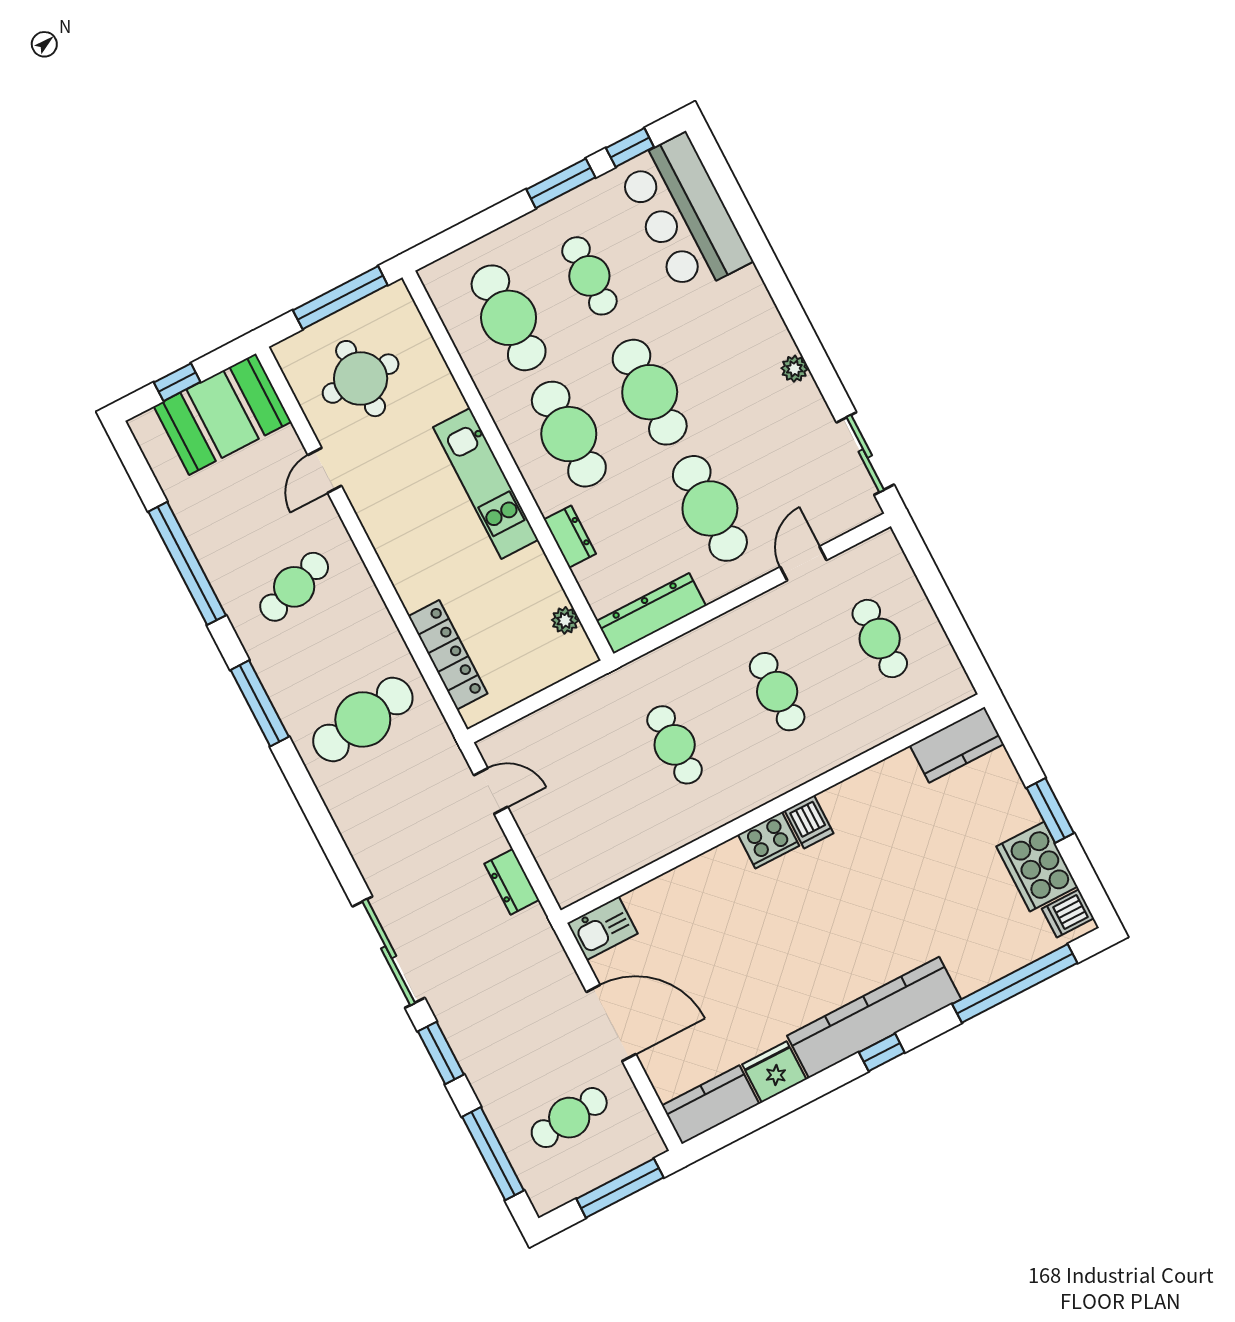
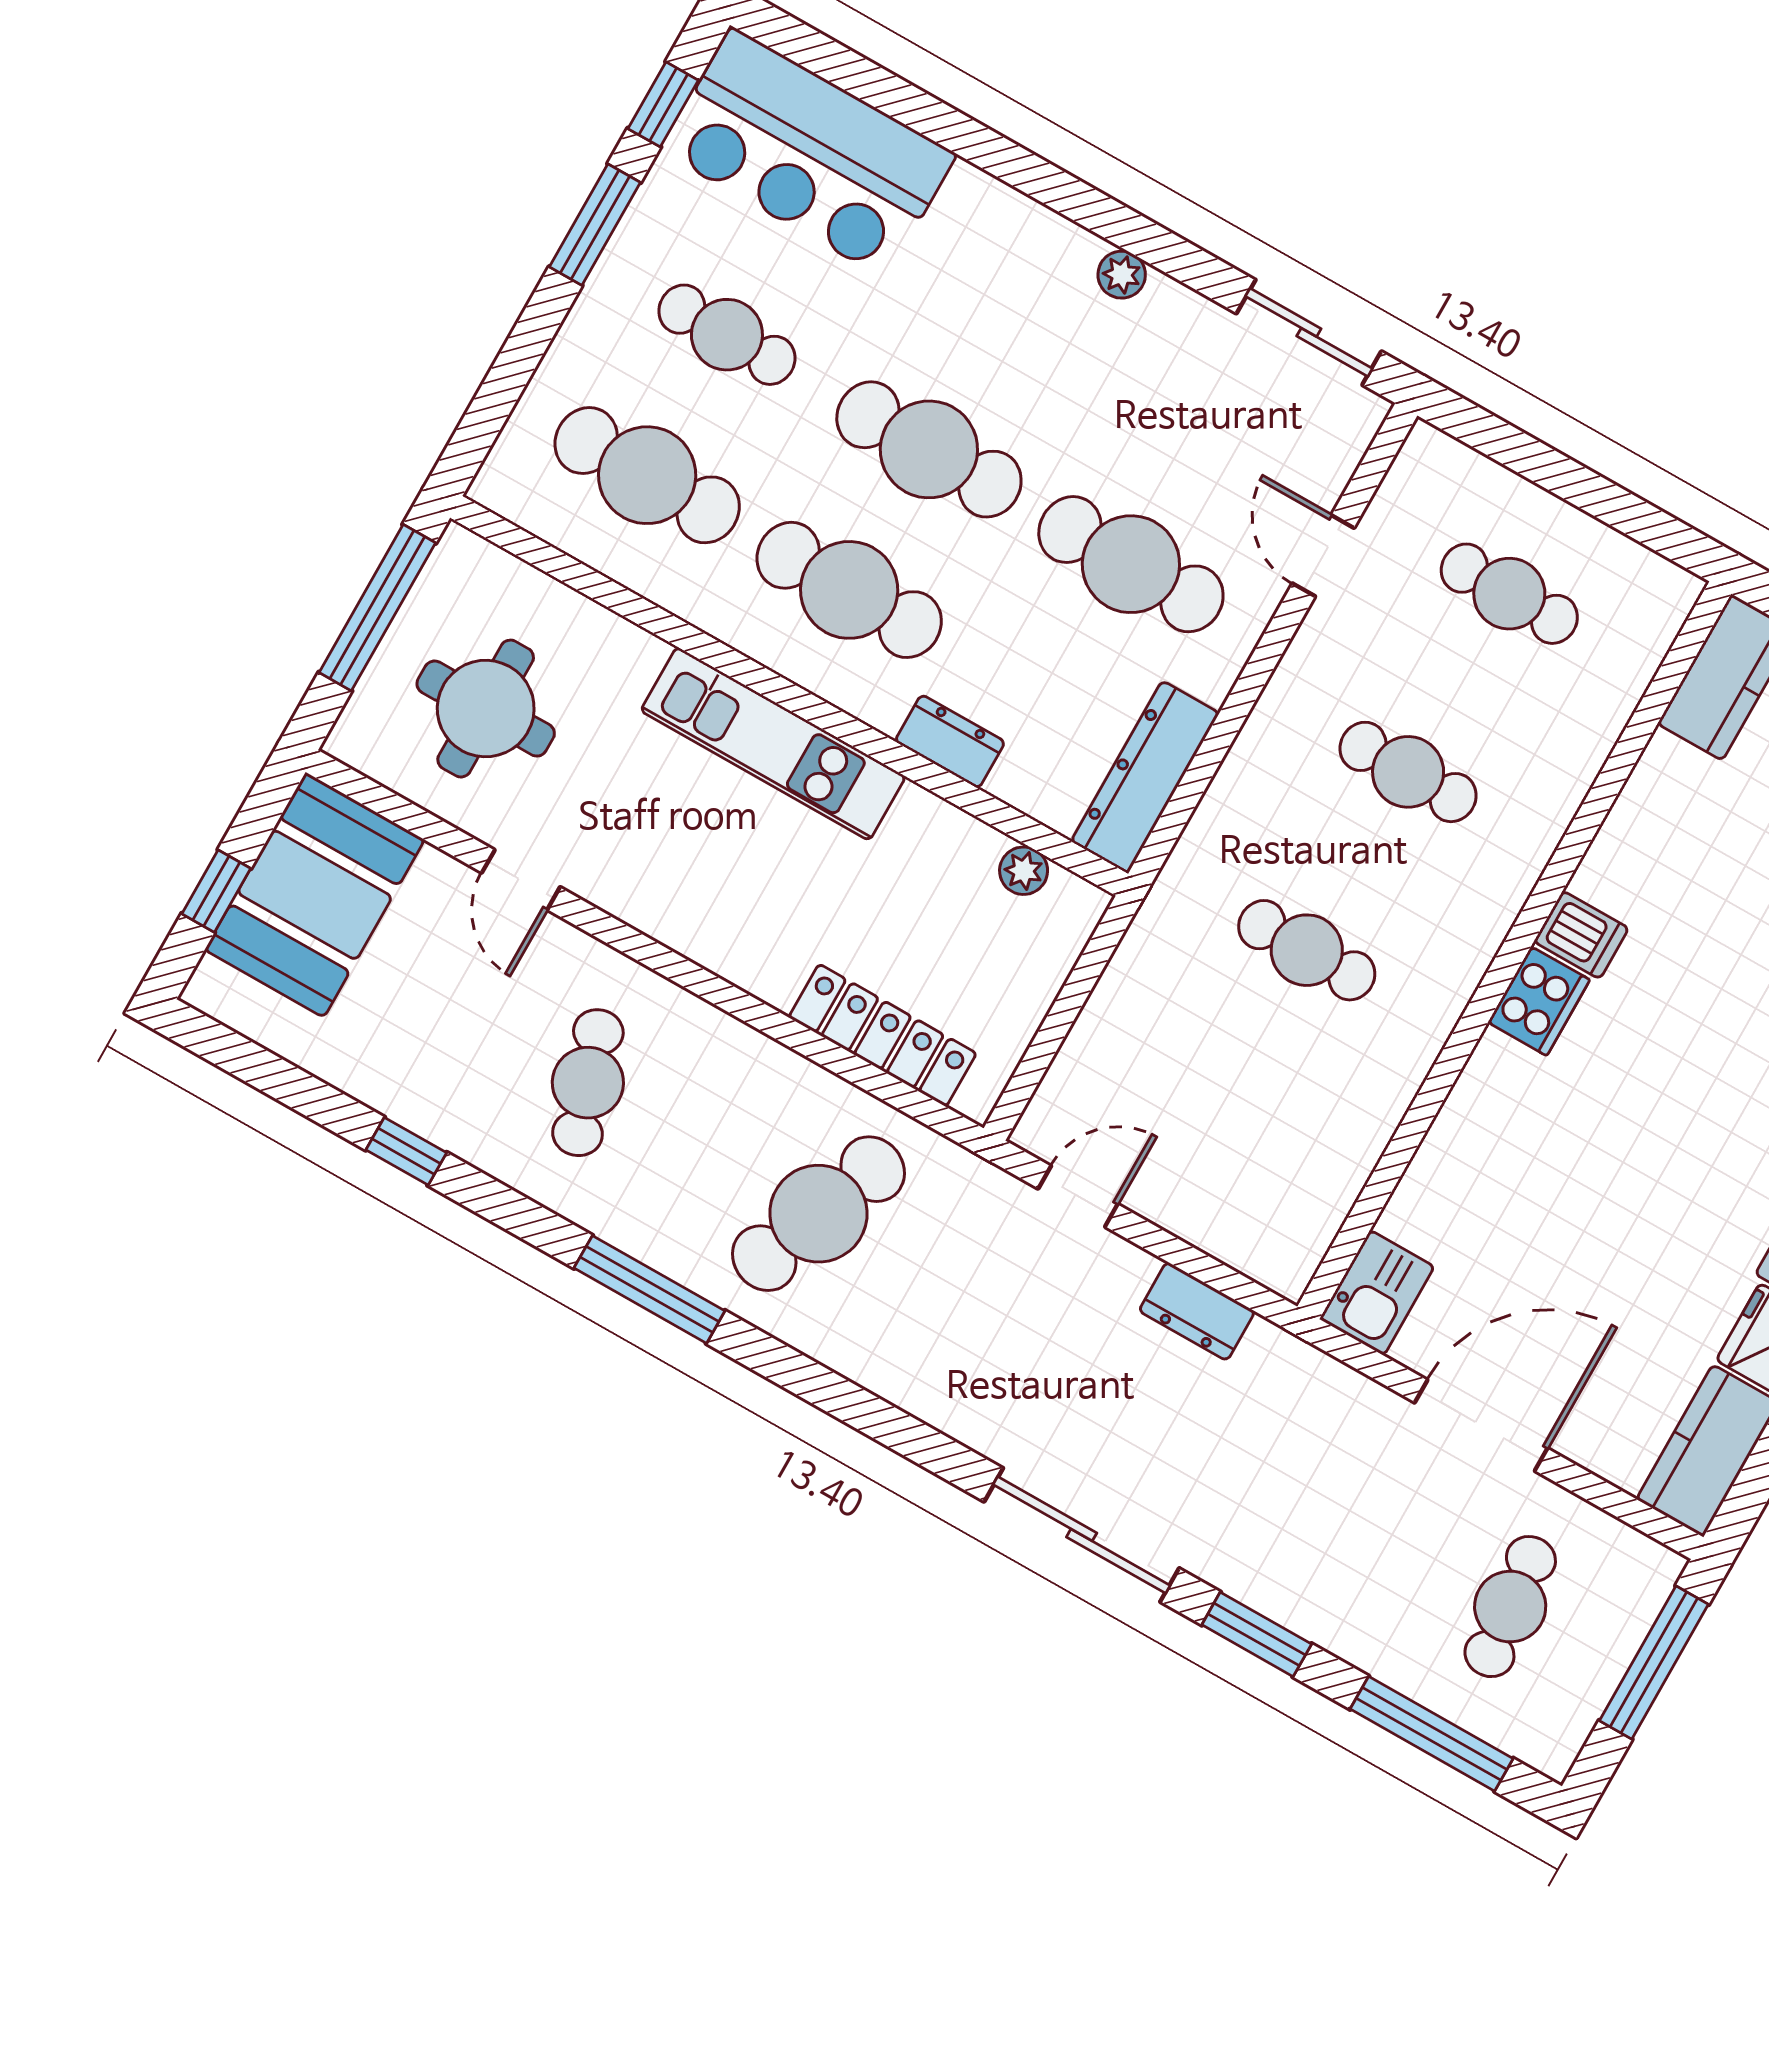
window: (187, 563) -> (406, 1151), width x0.32
cafe table: (363, 719) -> (818, 1214), turned 30

